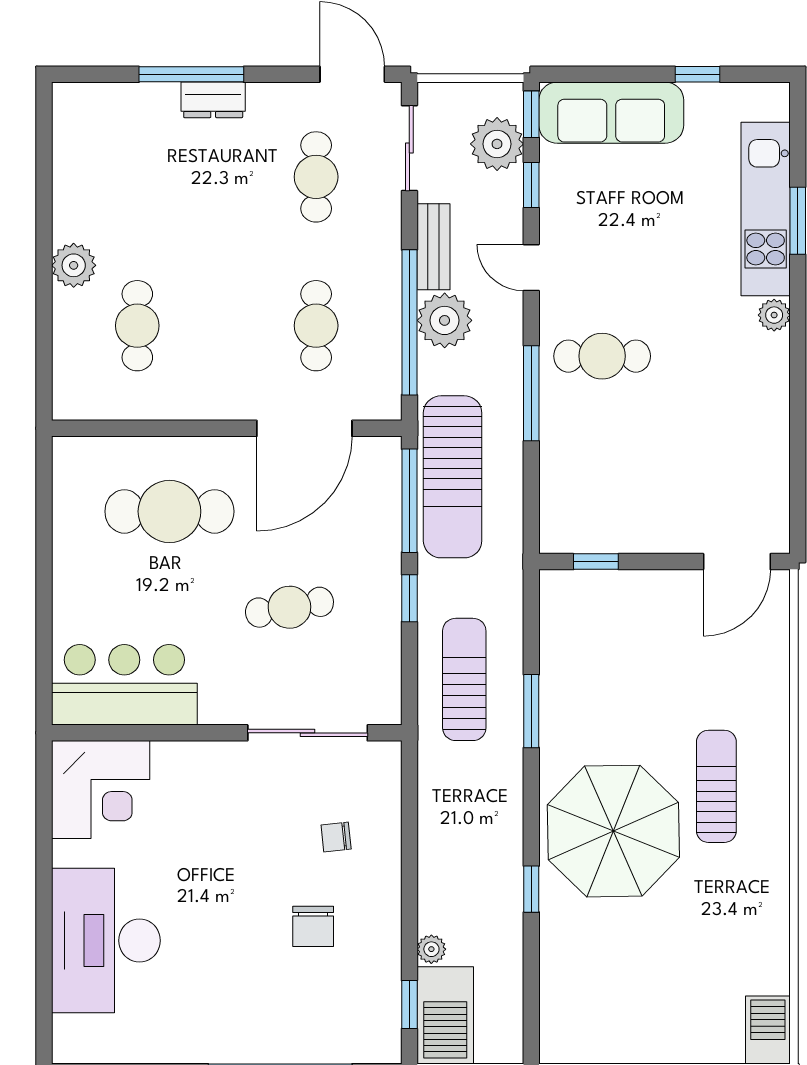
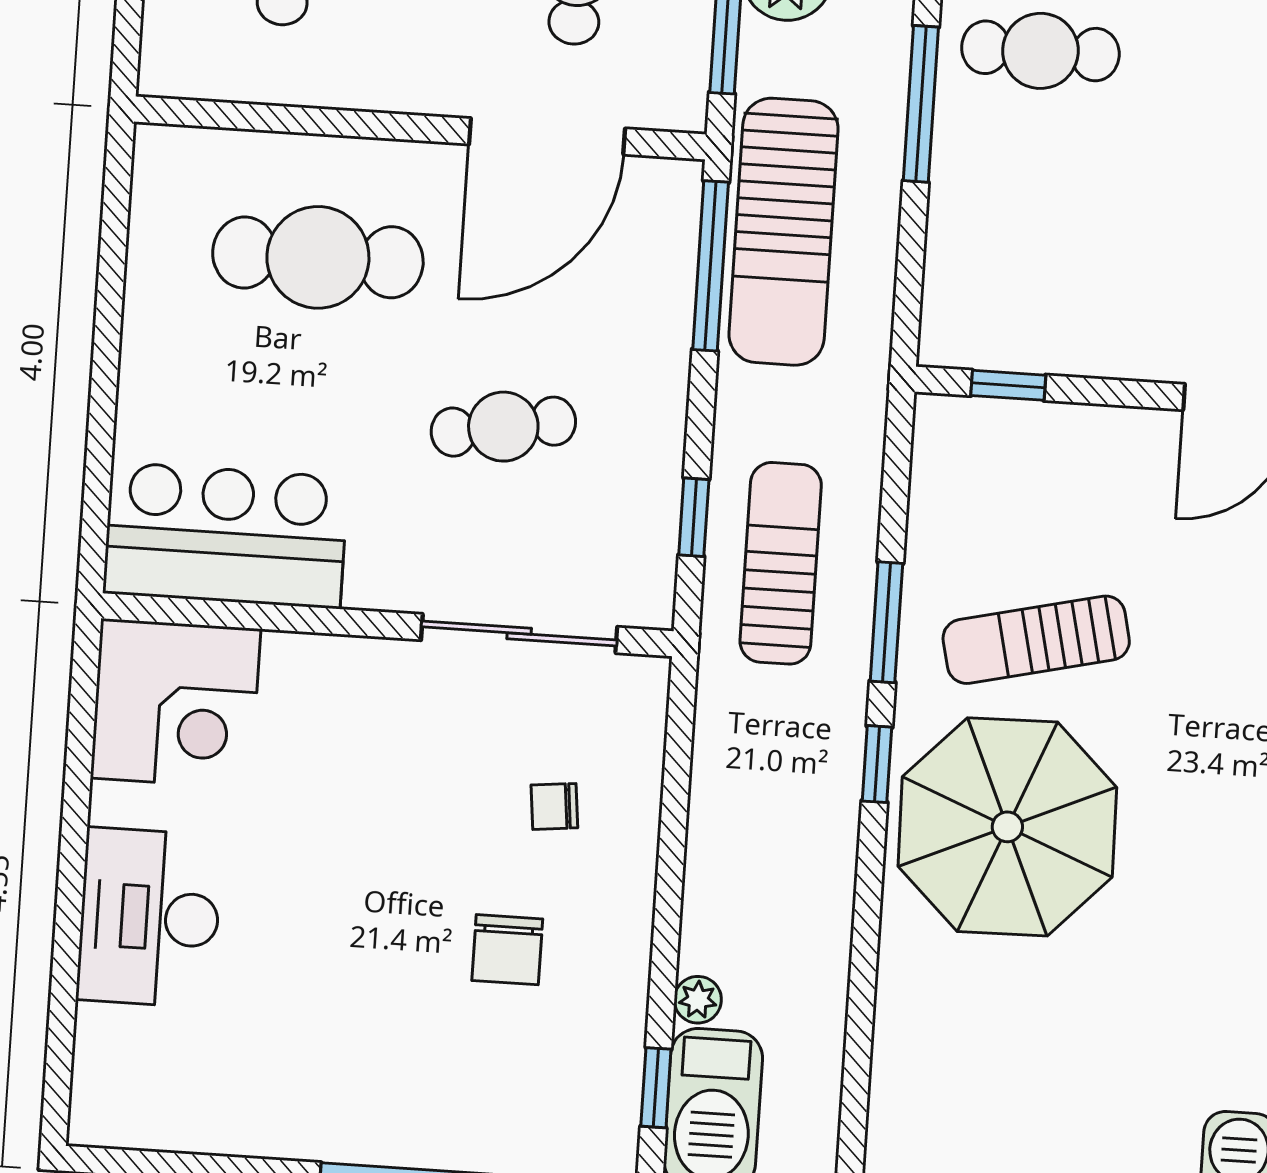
window: (409, 598) -> (694, 517), moved
sun lounger: (716, 786) -> (1036, 640), moved, turned -103
window: (531, 889) -> (877, 764), moved
desk: (106, 941) -> (149, 917), width x0.73, depth x0.77

